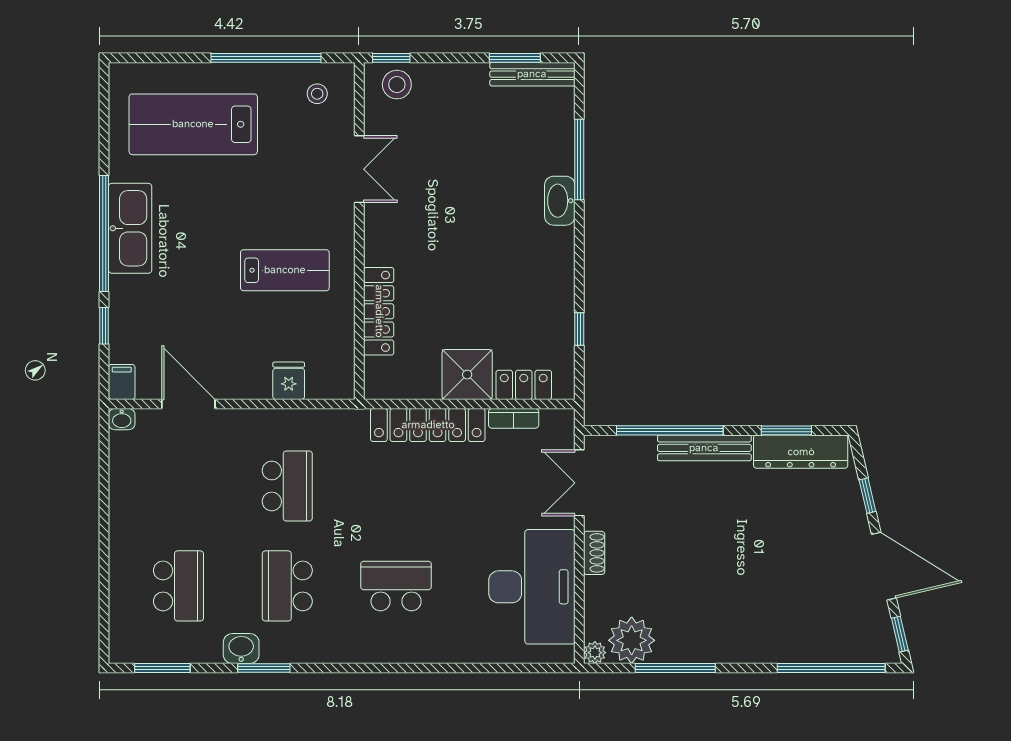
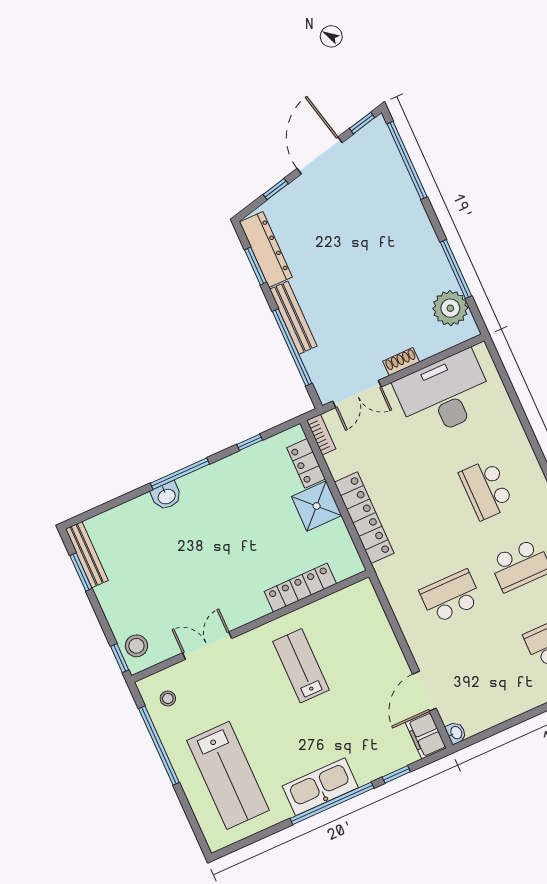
window: (579, 159) -> (180, 474), moved
washbasin: (560, 201) -> (166, 496), width x0.72
fridge: (289, 381) -> (377, 628), removed
filing cabinet: (122, 382) -> (426, 735), width x2.00
bookcase: (514, 418) -> (321, 435), moved
plant: (595, 653) -> (470, 330), removed

